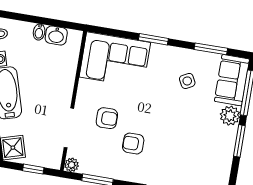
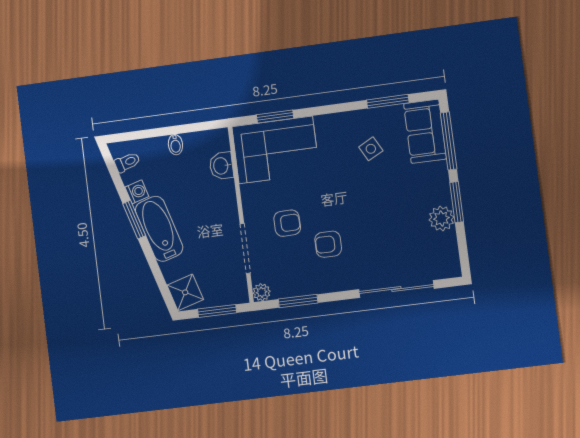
washbasin: (56, 35) -> (221, 166), moved, turned 90
window: (153, 39) -> (275, 117), moved
plant: (230, 116) -> (441, 218), moved
window: (33, 169) -> (217, 311), width x1.50

